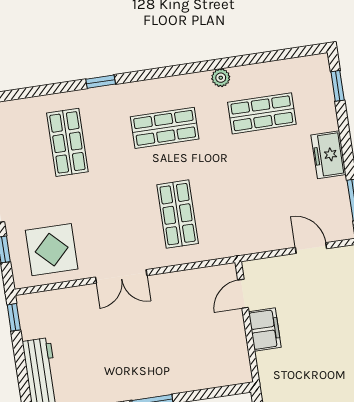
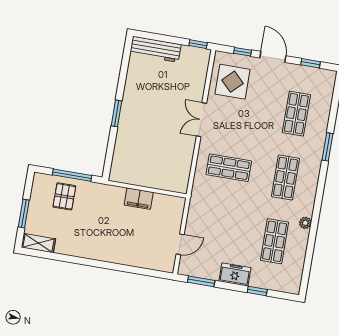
window: (101, 82) -> (327, 147), width x1.50
window: (338, 86) -> (257, 291), moved
shop shelf: (67, 142) -> (296, 114), turned 90
door: (243, 294) -> (165, 192), removed

